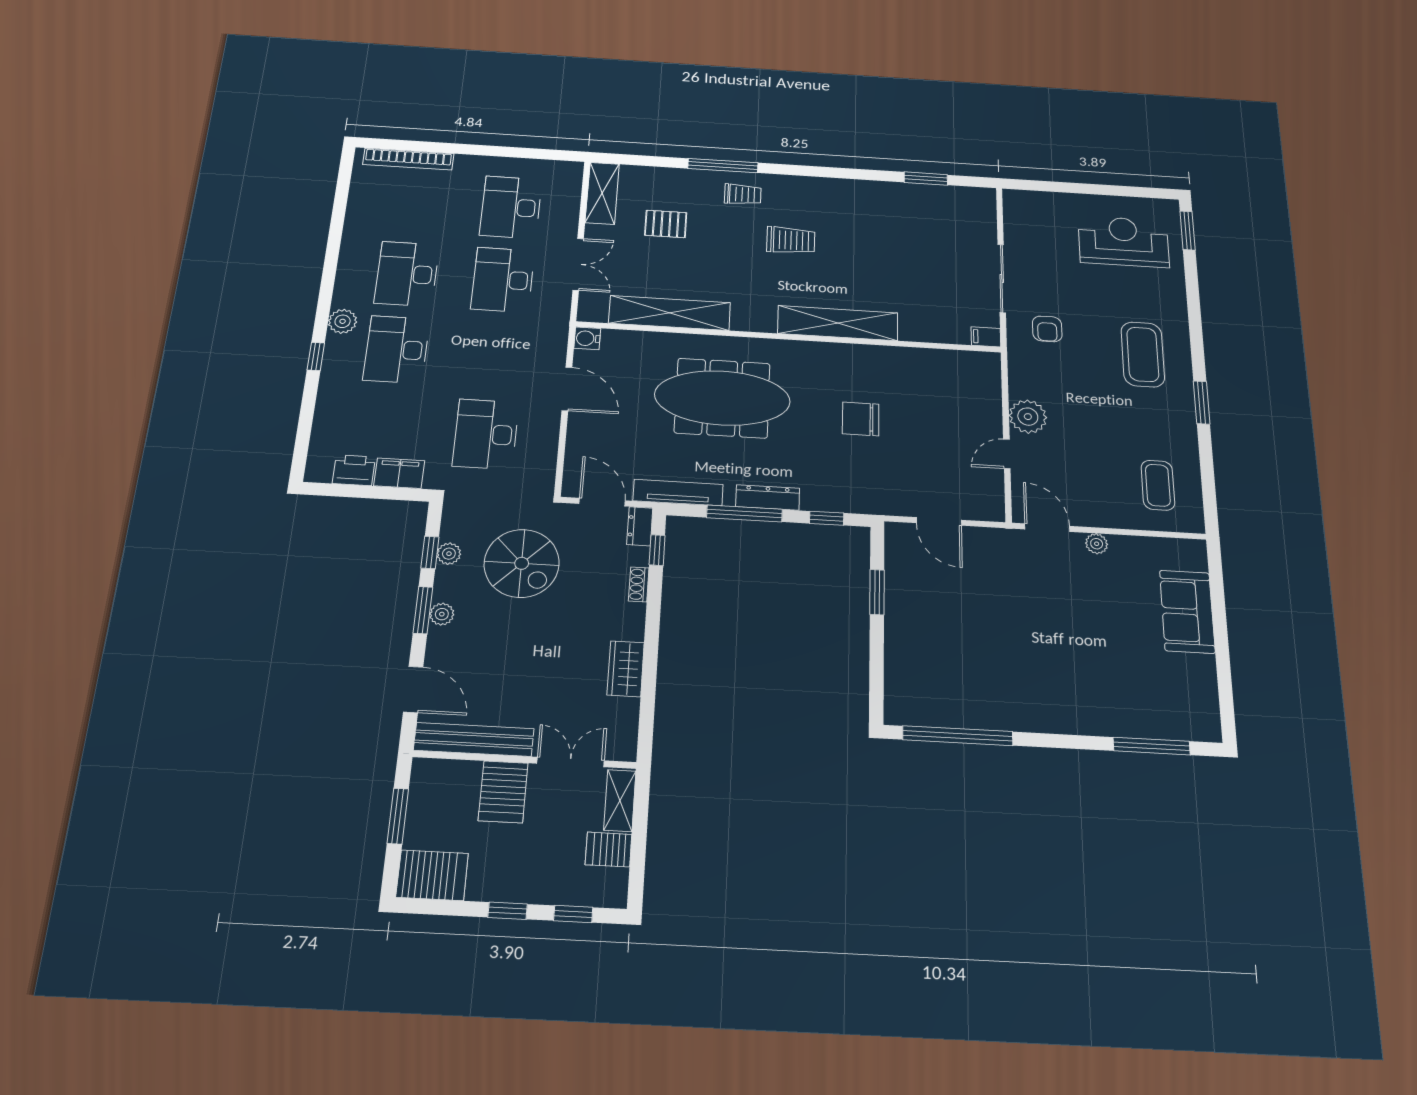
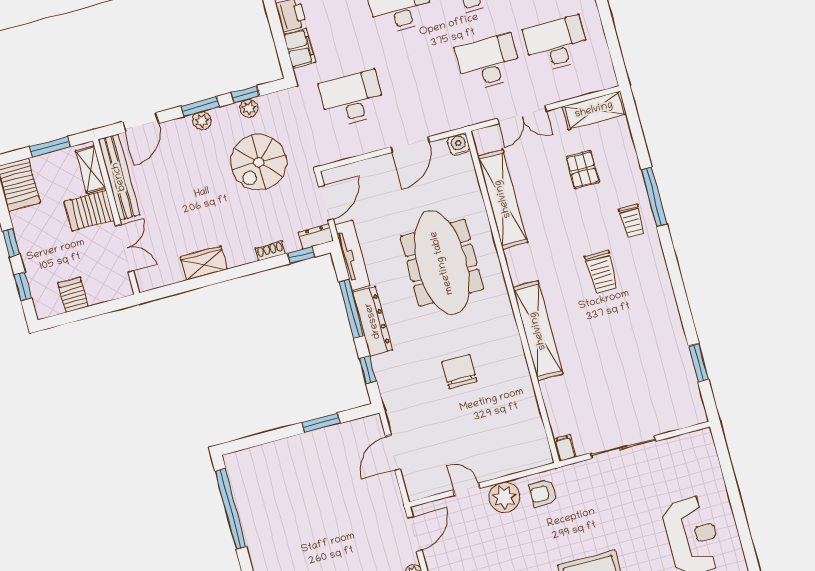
armchair: (1047, 329) -> (543, 493), moved
dresser: (768, 497) -> (373, 321), width x1.37, depth x1.24
shelving: (620, 801) -> (90, 169), moved, turned 90

